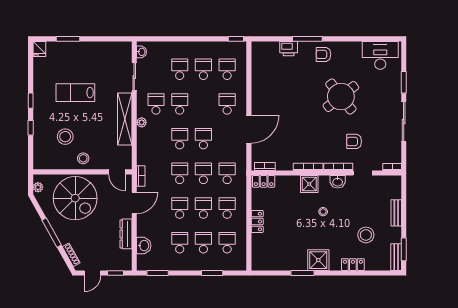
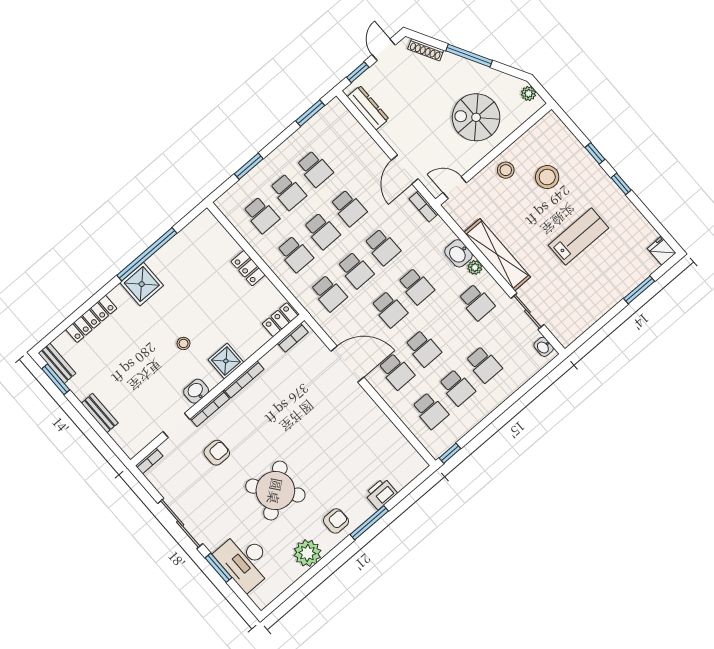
plant: (352, 51) -> (307, 553), added
desk: (380, 55) -> (245, 561), moved, turned 90
school desk: (180, 104) -> (423, 348), moved
door: (249, 129) -> (347, 364), swing flipped
spiral stairs: (75, 198) -> (476, 117), width x0.73, depth x0.73
dresser: (126, 234) -> (368, 108), moved
stool: (366, 235) -> (113, 359), removed
washbasin: (144, 246) -> (459, 253), moved
locker: (353, 265) -> (91, 319), width x1.53
window: (303, 273) -> (147, 254), width x2.11

